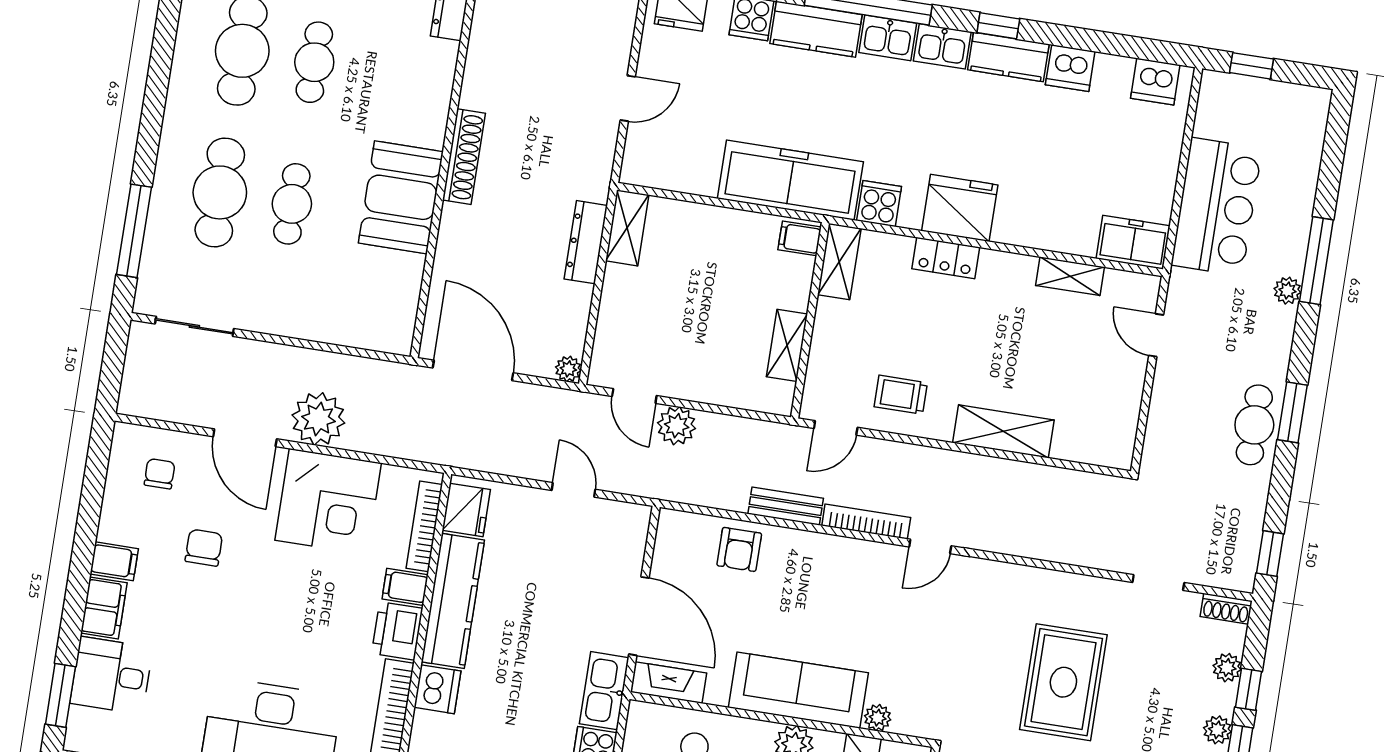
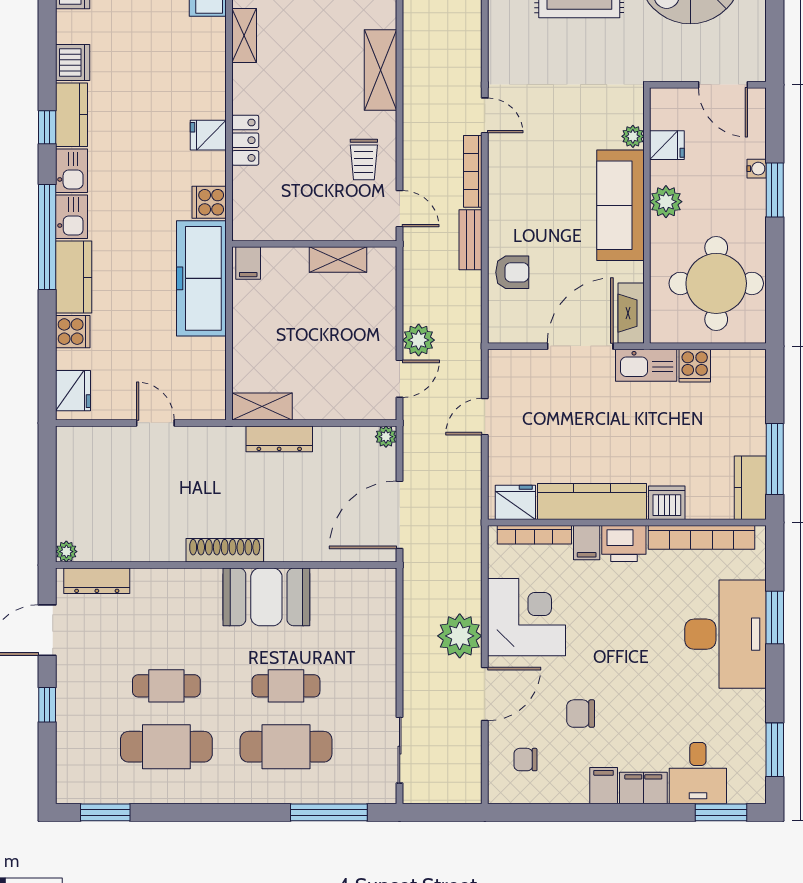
fridge: (960, 208) -> (208, 135), width x0.53, depth x0.75
shelving: (839, 262) -> (262, 227), removed

